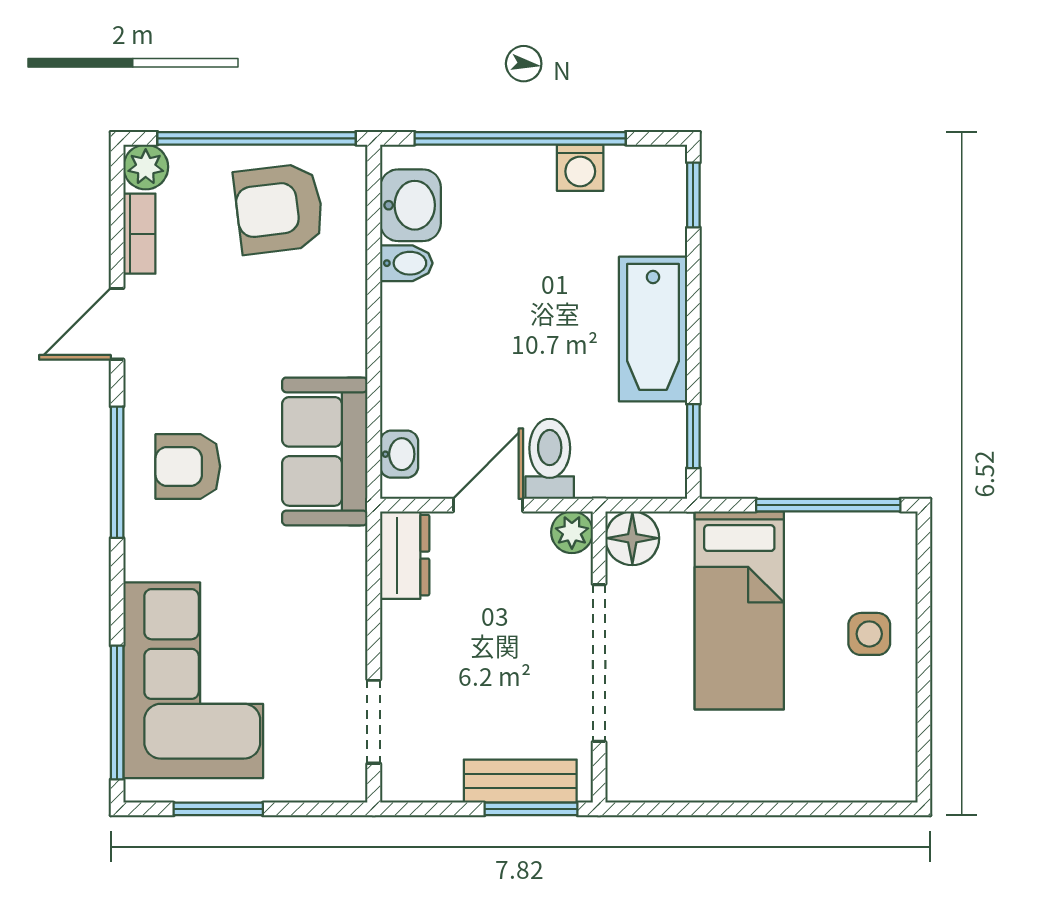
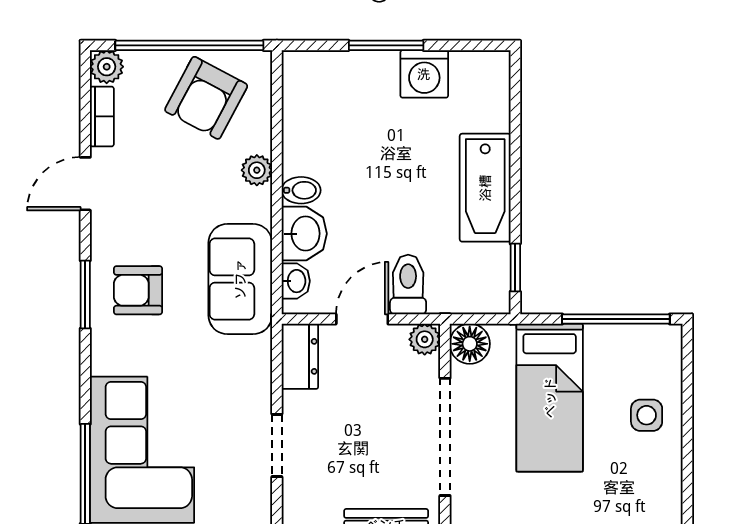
window: (520, 138) -> (386, 45), width x0.47
washing machine: (580, 168) -> (424, 74), width x1.38, depth x1.38
window: (693, 195) -> (515, 88), removed
washbasin: (410, 205) -> (304, 234), moved
armchair: (279, 209) -> (206, 98), turned -55
bidet: (406, 263) -> (301, 190), moved
plant: (347, 306) -> (257, 170), added
window: (117, 472) -> (85, 295), width x0.69
doorway: (374, 722) -> (277, 445), moved

